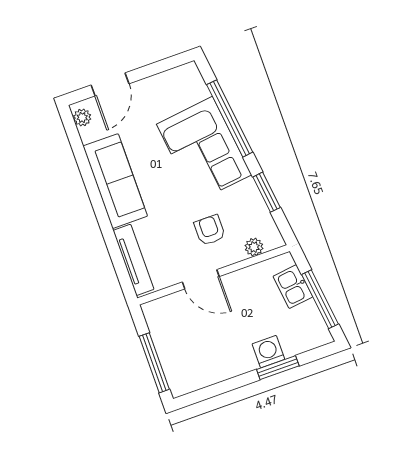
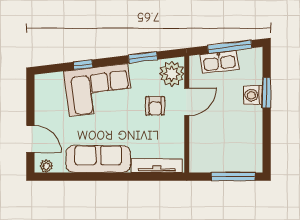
window: (230, 118) -> (83, 65), width x0.32
armchair: (210, 230) -> (155, 106), turned -90
plant: (254, 247) -> (172, 74), width x1.88, depth x1.88
door: (201, 279) -> (187, 102), moved
kitchen sink: (293, 287) -> (219, 62), width x1.38

